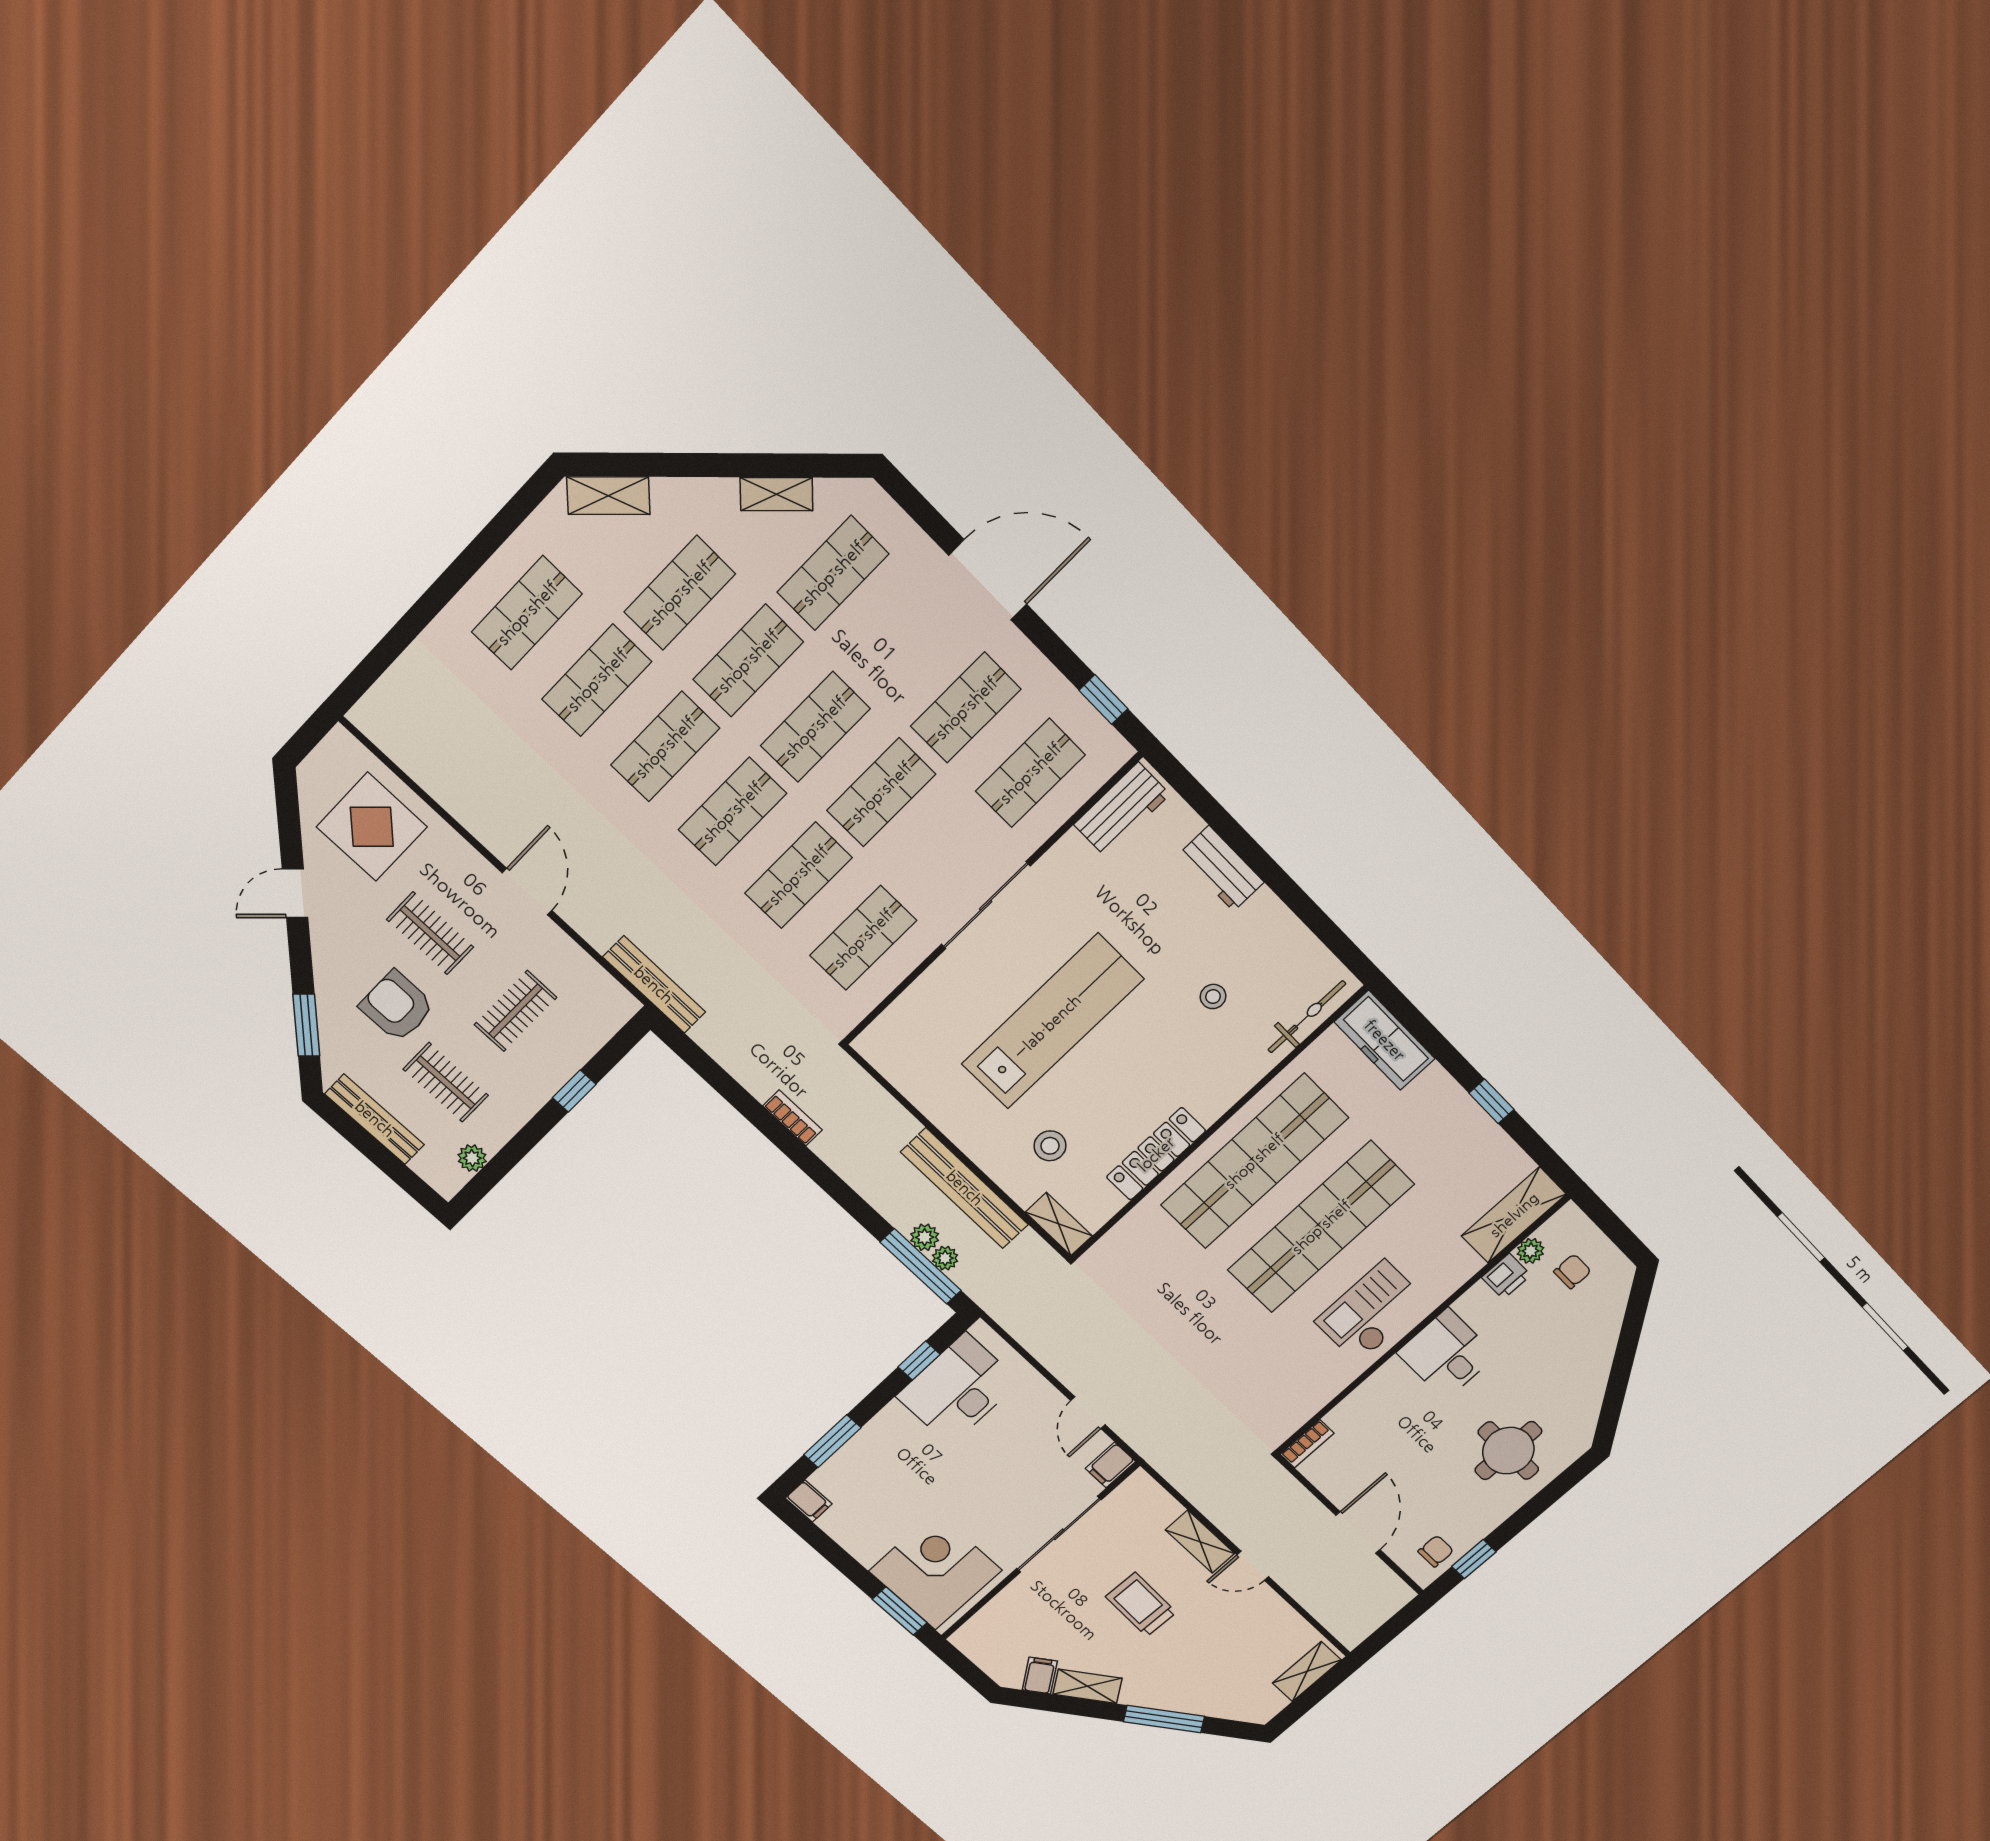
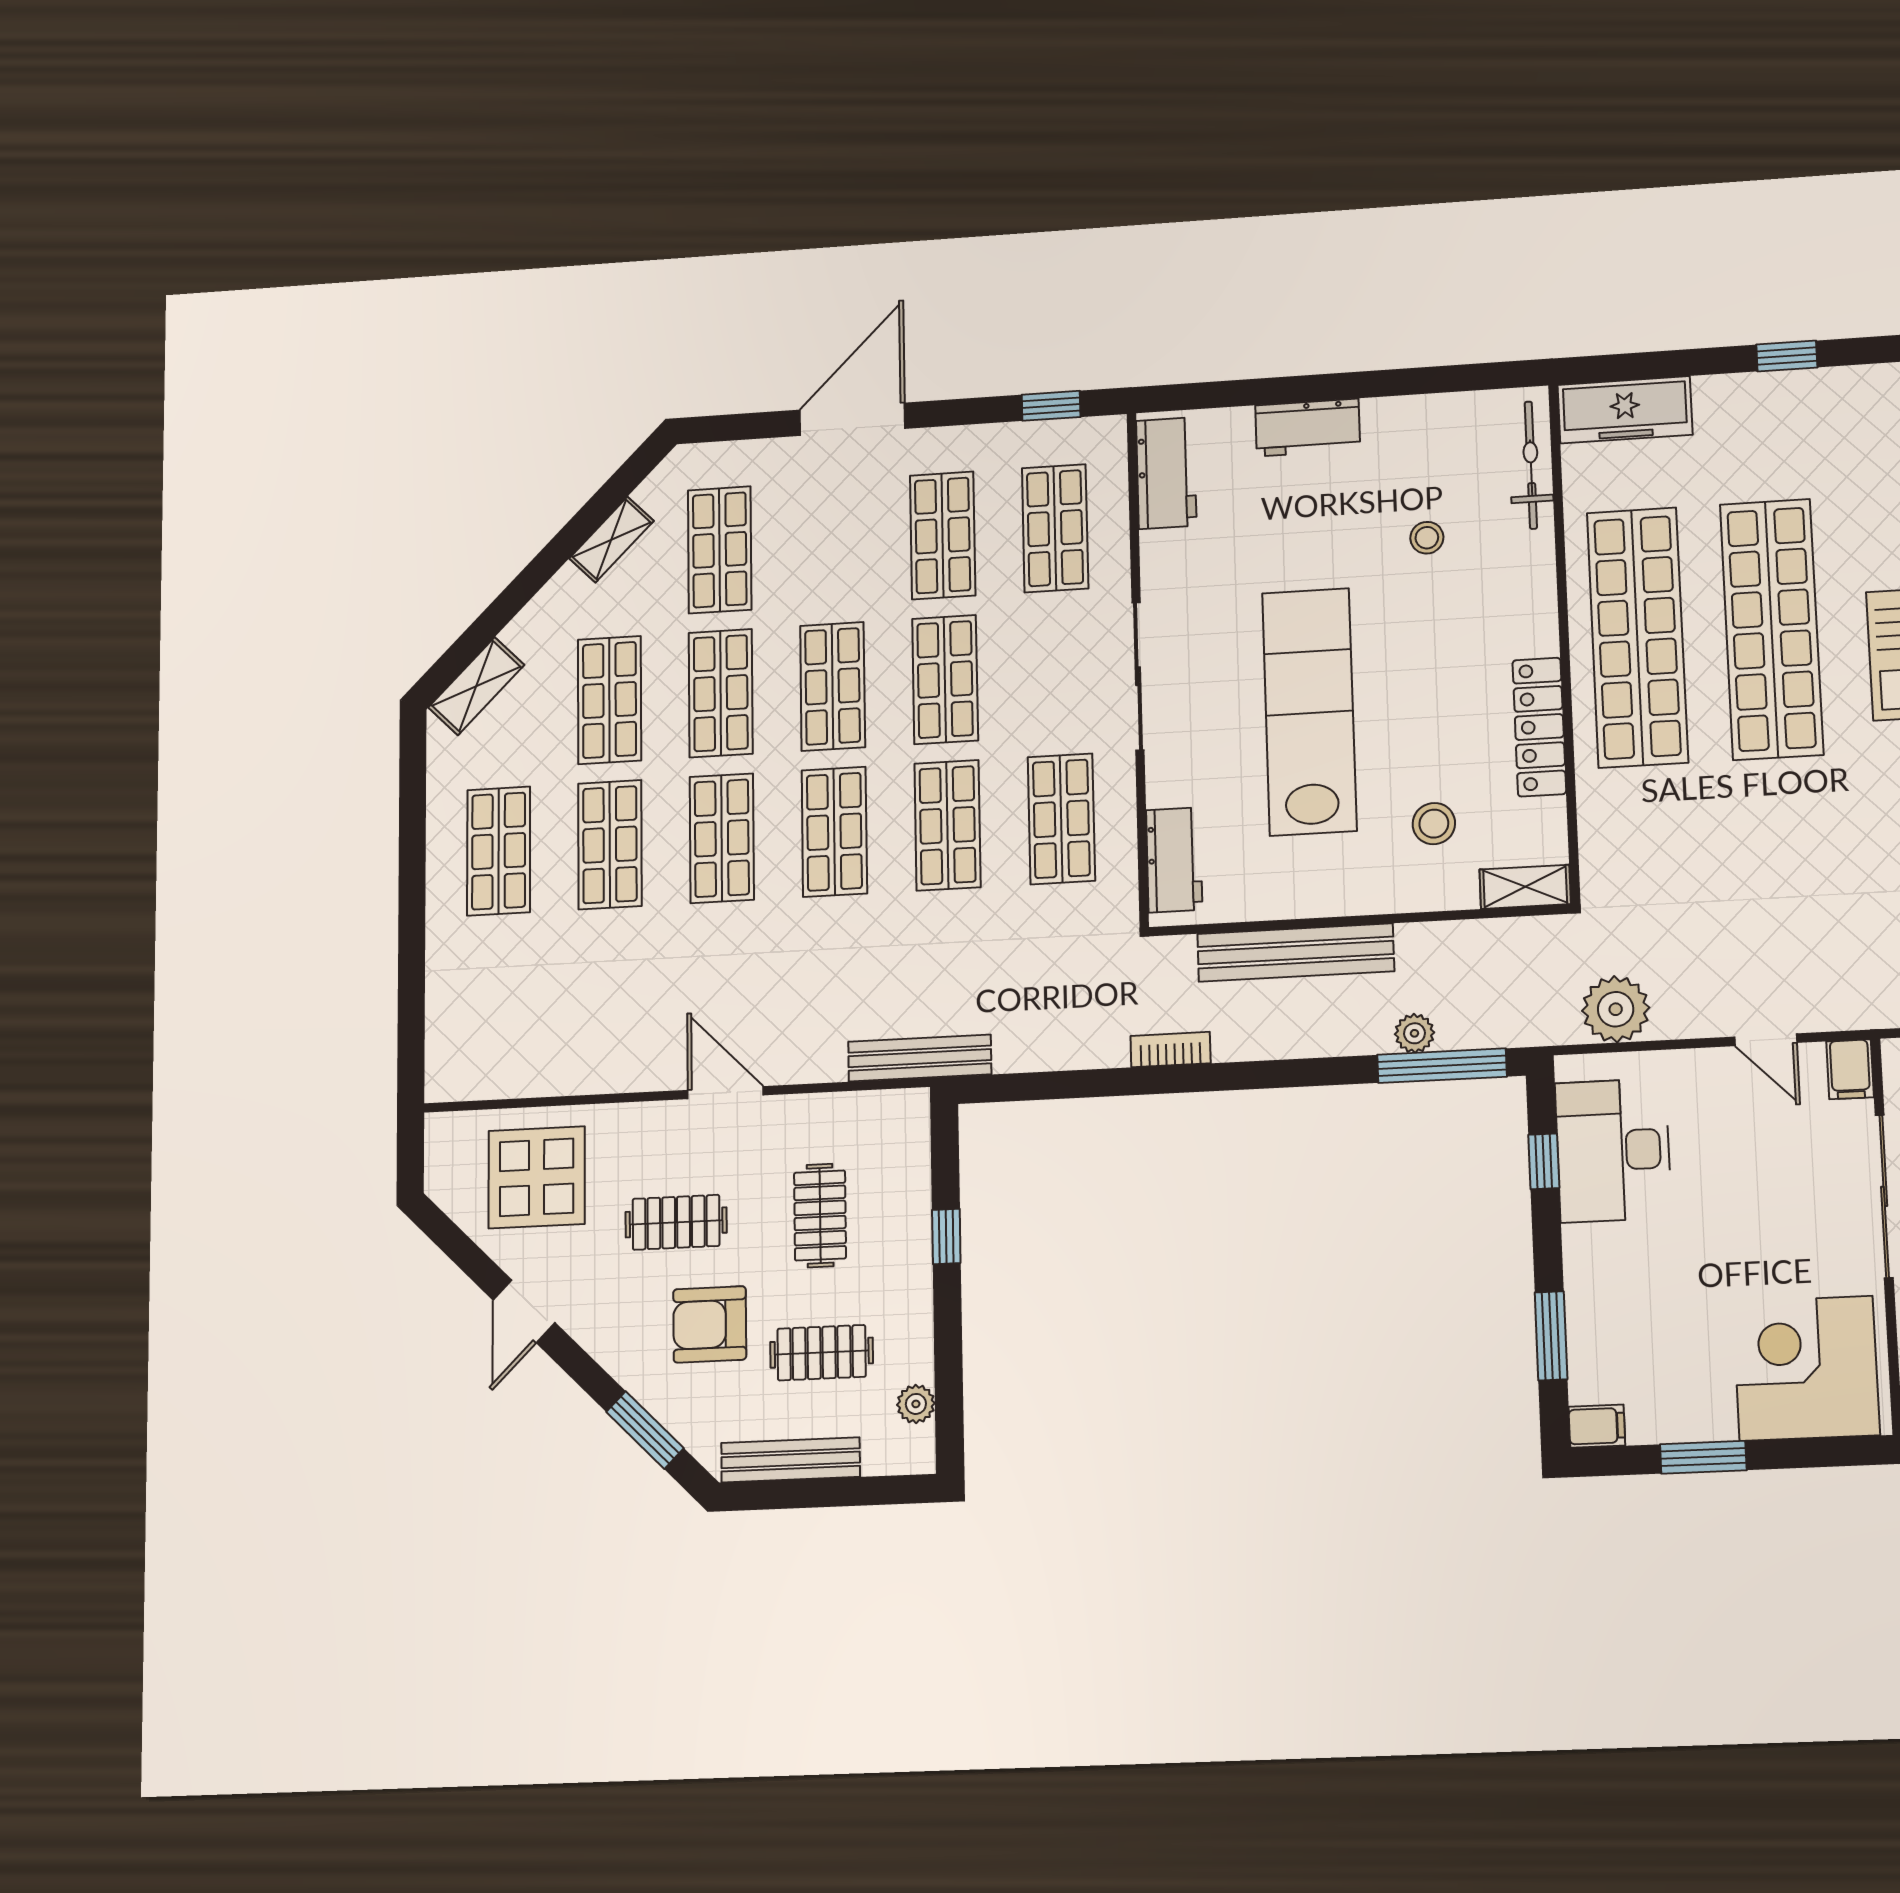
workbench: (899, 1023) -> (1174, 860), added
bench: (965, 1188) -> (1296, 953), moved
plant: (945, 1258) -> (1616, 1009), moved, width x1.88, depth x1.88
window: (900, 1611) -> (1703, 1457), moved

